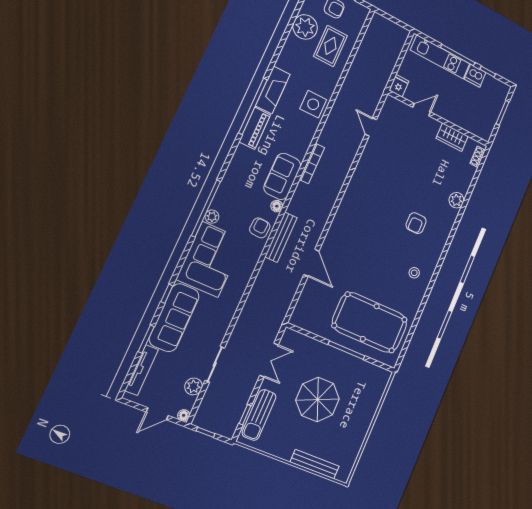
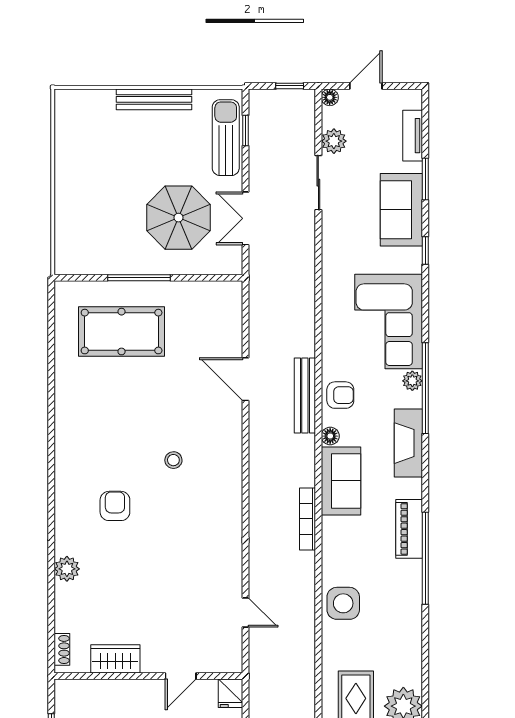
fireplace: (273, 90) -> (408, 443), moved
armchair: (260, 228) -> (340, 395), turned -93
stool: (414, 273) -> (173, 460), moved
sofa: (174, 318) -> (401, 210), width x0.73
pool table: (370, 323) -> (122, 332), width x0.73, depth x0.76
tv unit: (142, 370) -> (413, 136), width x0.71
parasol: (318, 399) -> (179, 218), moved
bench: (315, 464) -> (154, 99), moved

